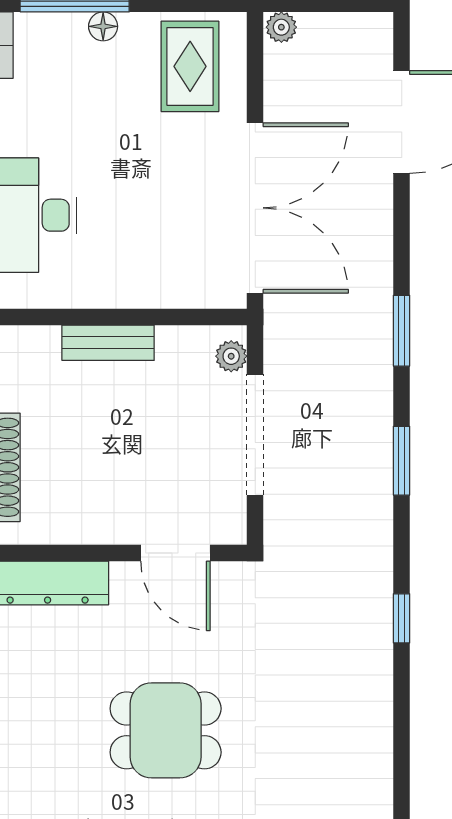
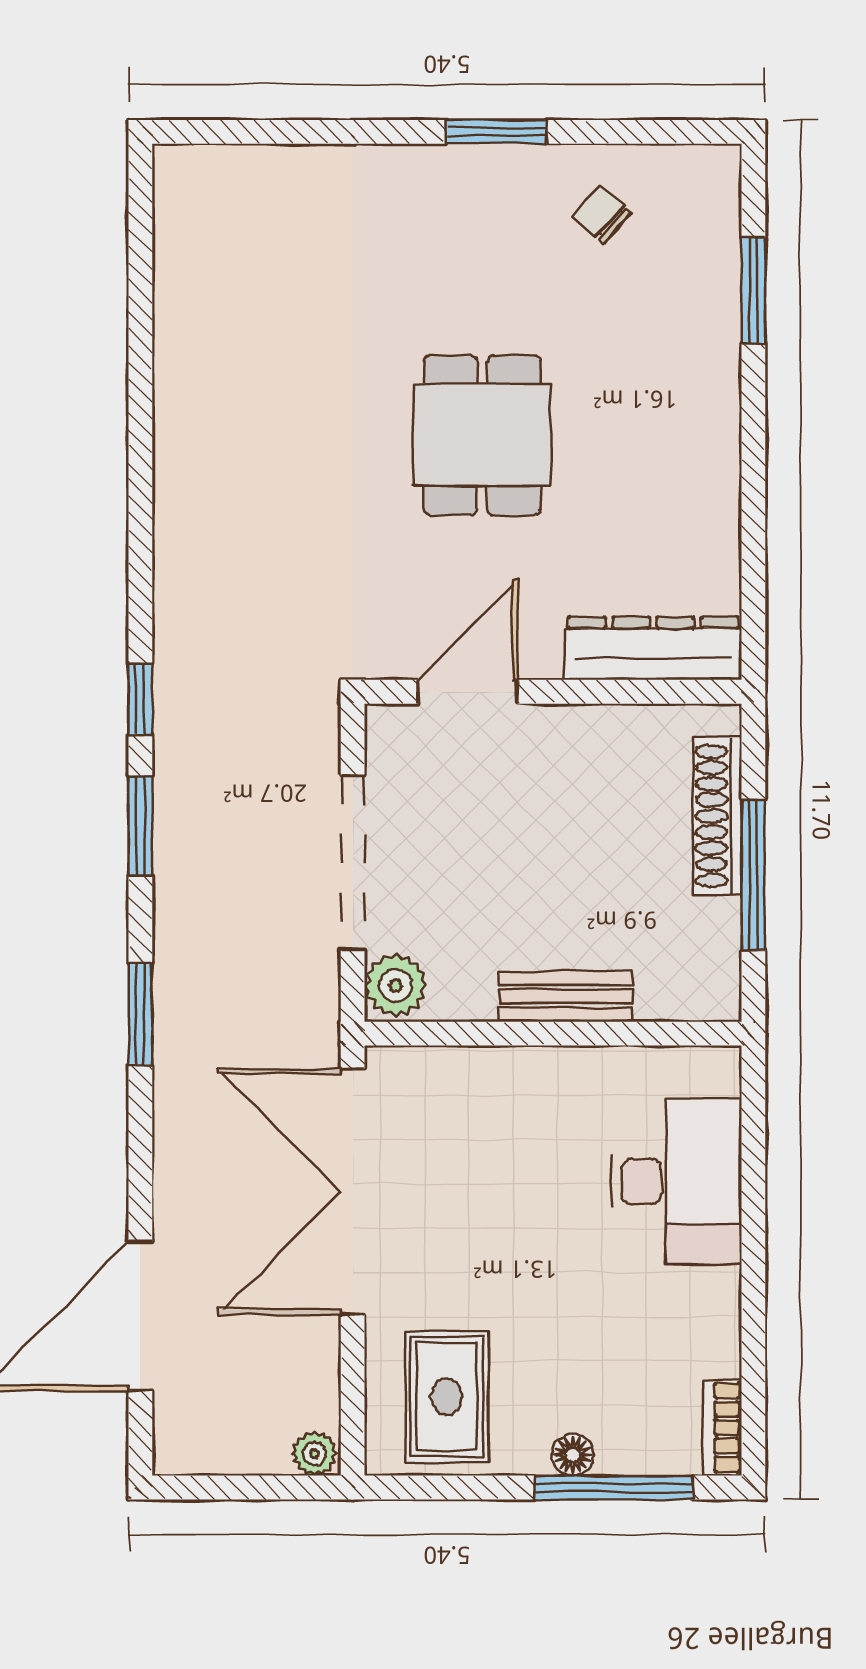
plant: (231, 356) -> (396, 986), width x1.38, depth x1.38
door: (175, 553) -> (468, 692), hinge flipped
window: (402, 618) -> (140, 699), moved
dining table: (166, 730) -> (482, 435), turned 90

